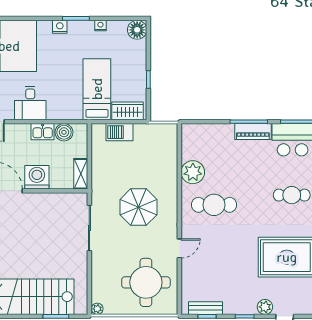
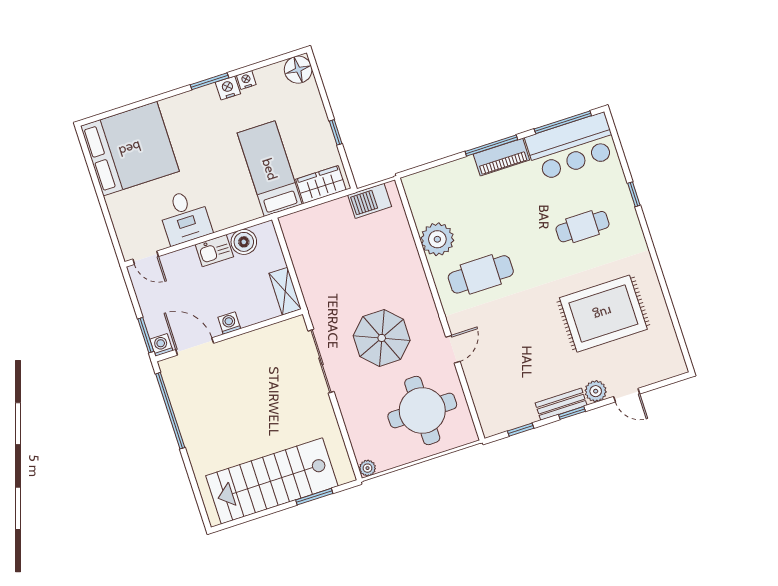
nightstand: (60, 27) -> (228, 88), moved
barbecue: (120, 132) -> (370, 201), moved
washing machine: (37, 177) -> (229, 323), width x0.53, depth x0.53
parasol: (138, 207) -> (382, 338), moved
bench: (206, 308) -> (561, 404), moved

